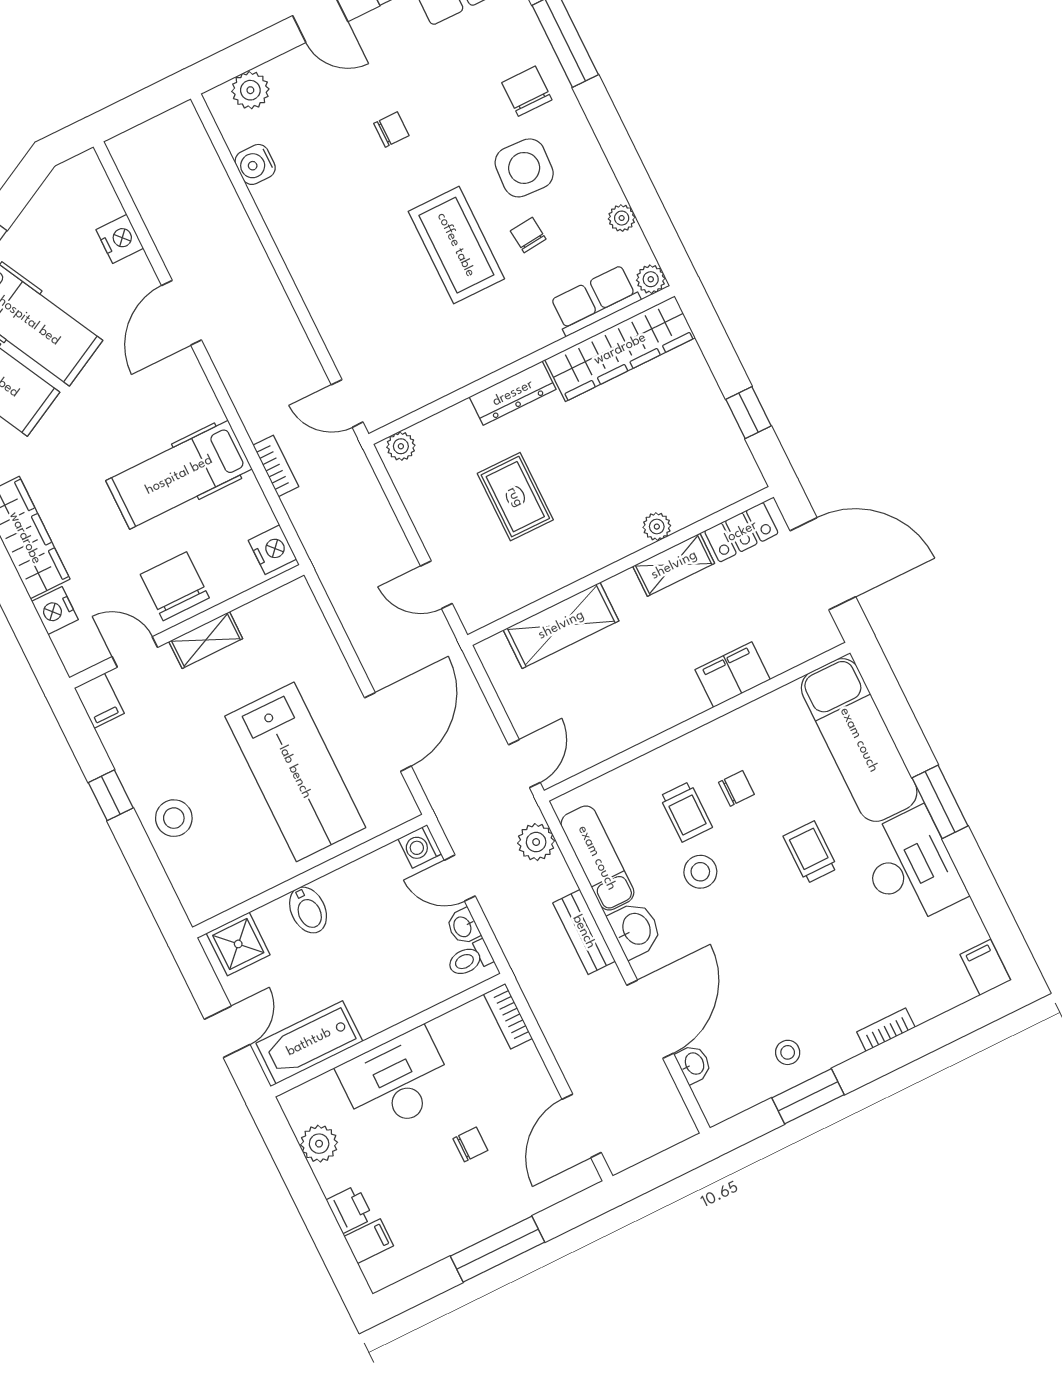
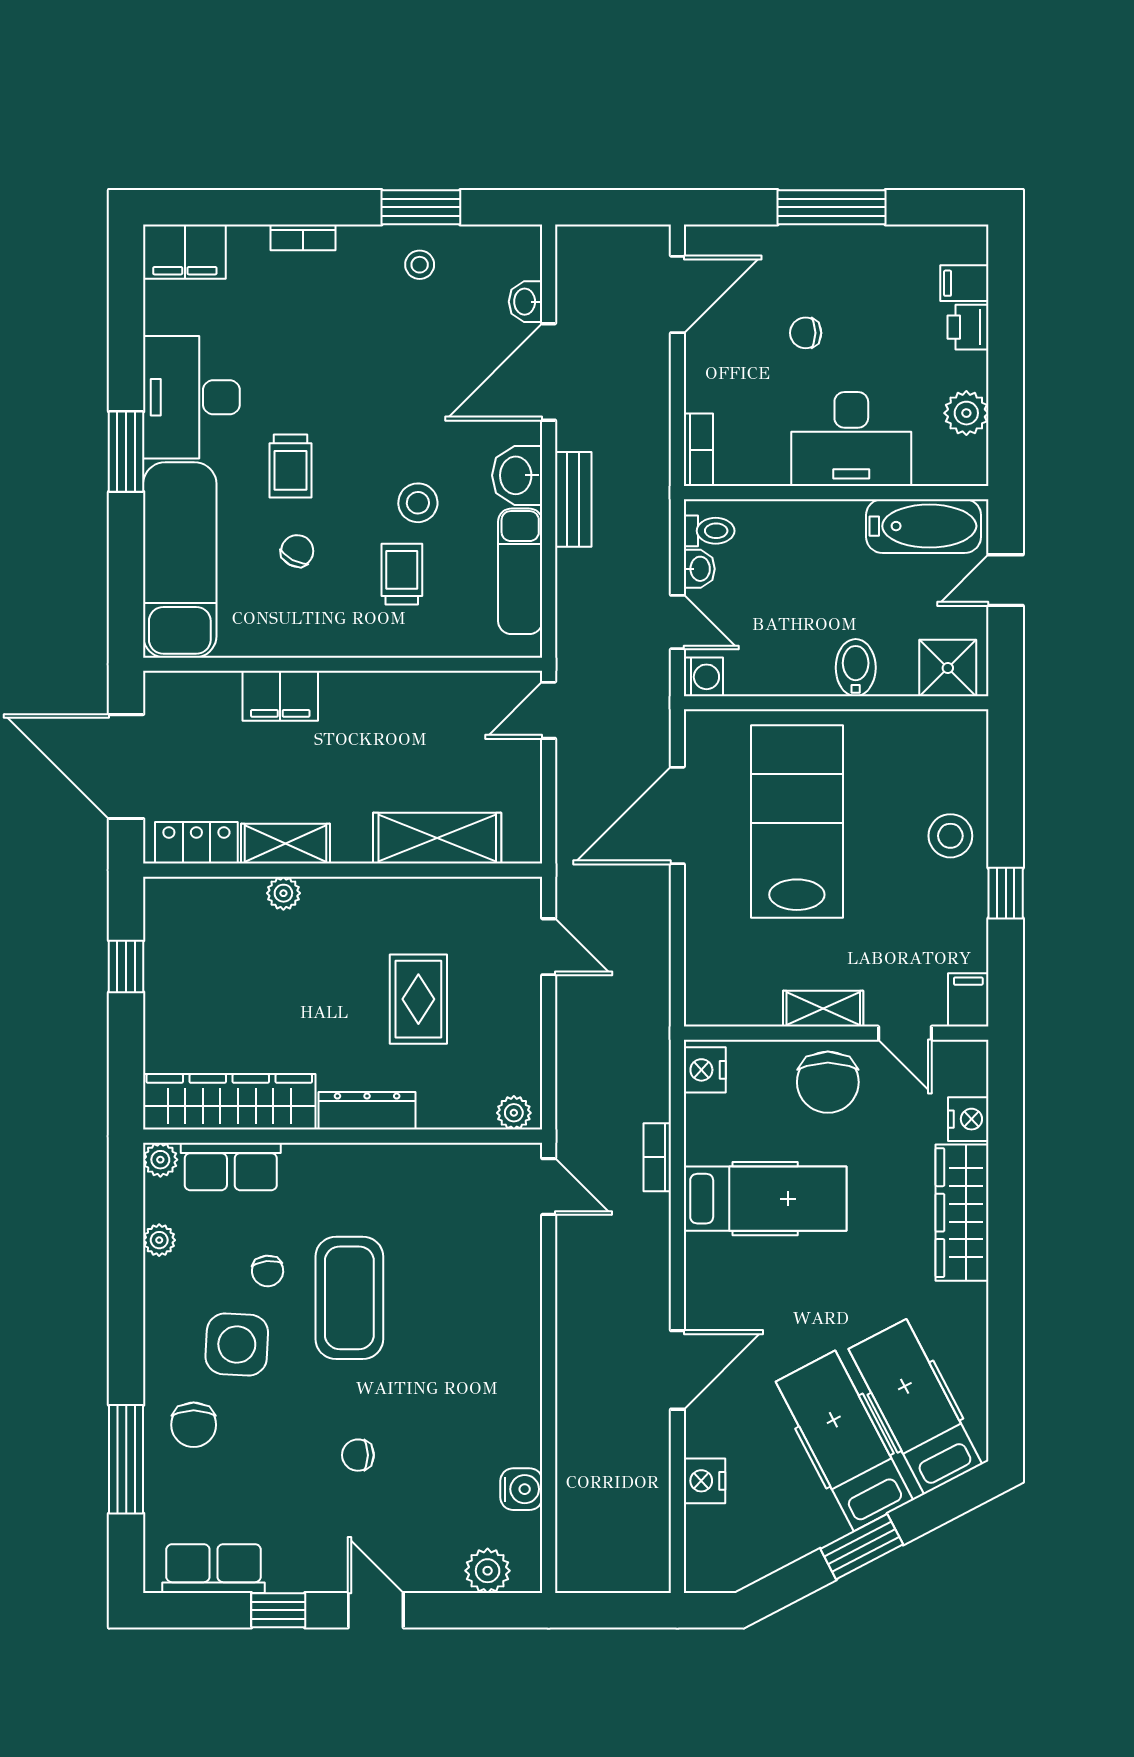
chair: (736, 788) -> (297, 551), moved, turned 118
plant: (536, 842) -> (577, 621), removed
filing cabinet: (985, 967) -> (185, 252), width x2.00

